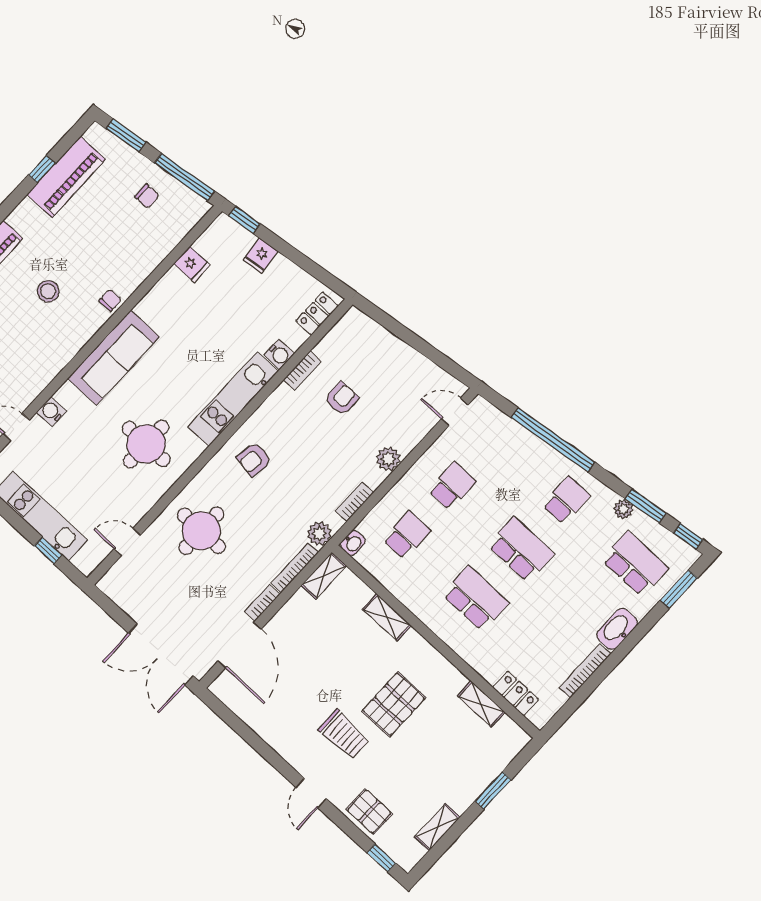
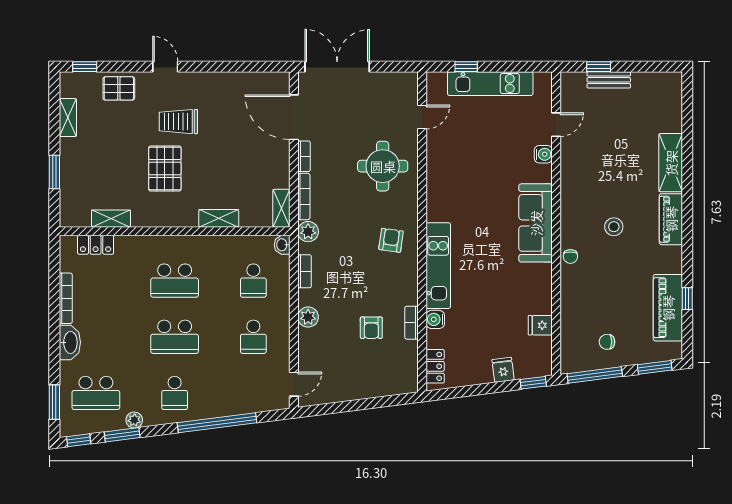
round table: (146, 444) -> (466, 188), removed

